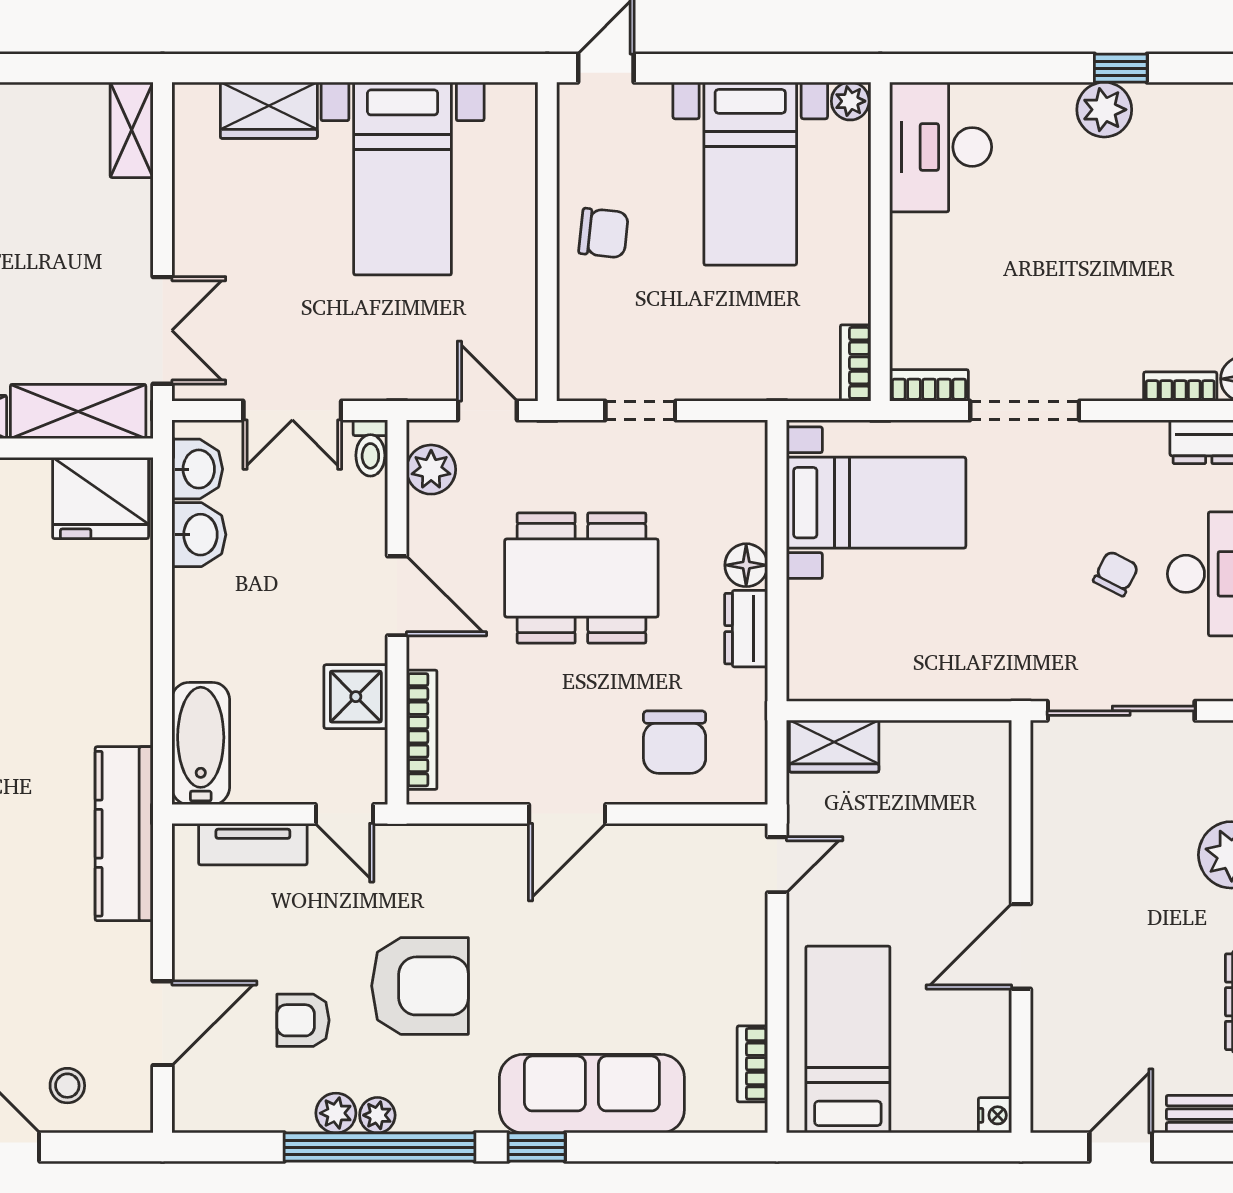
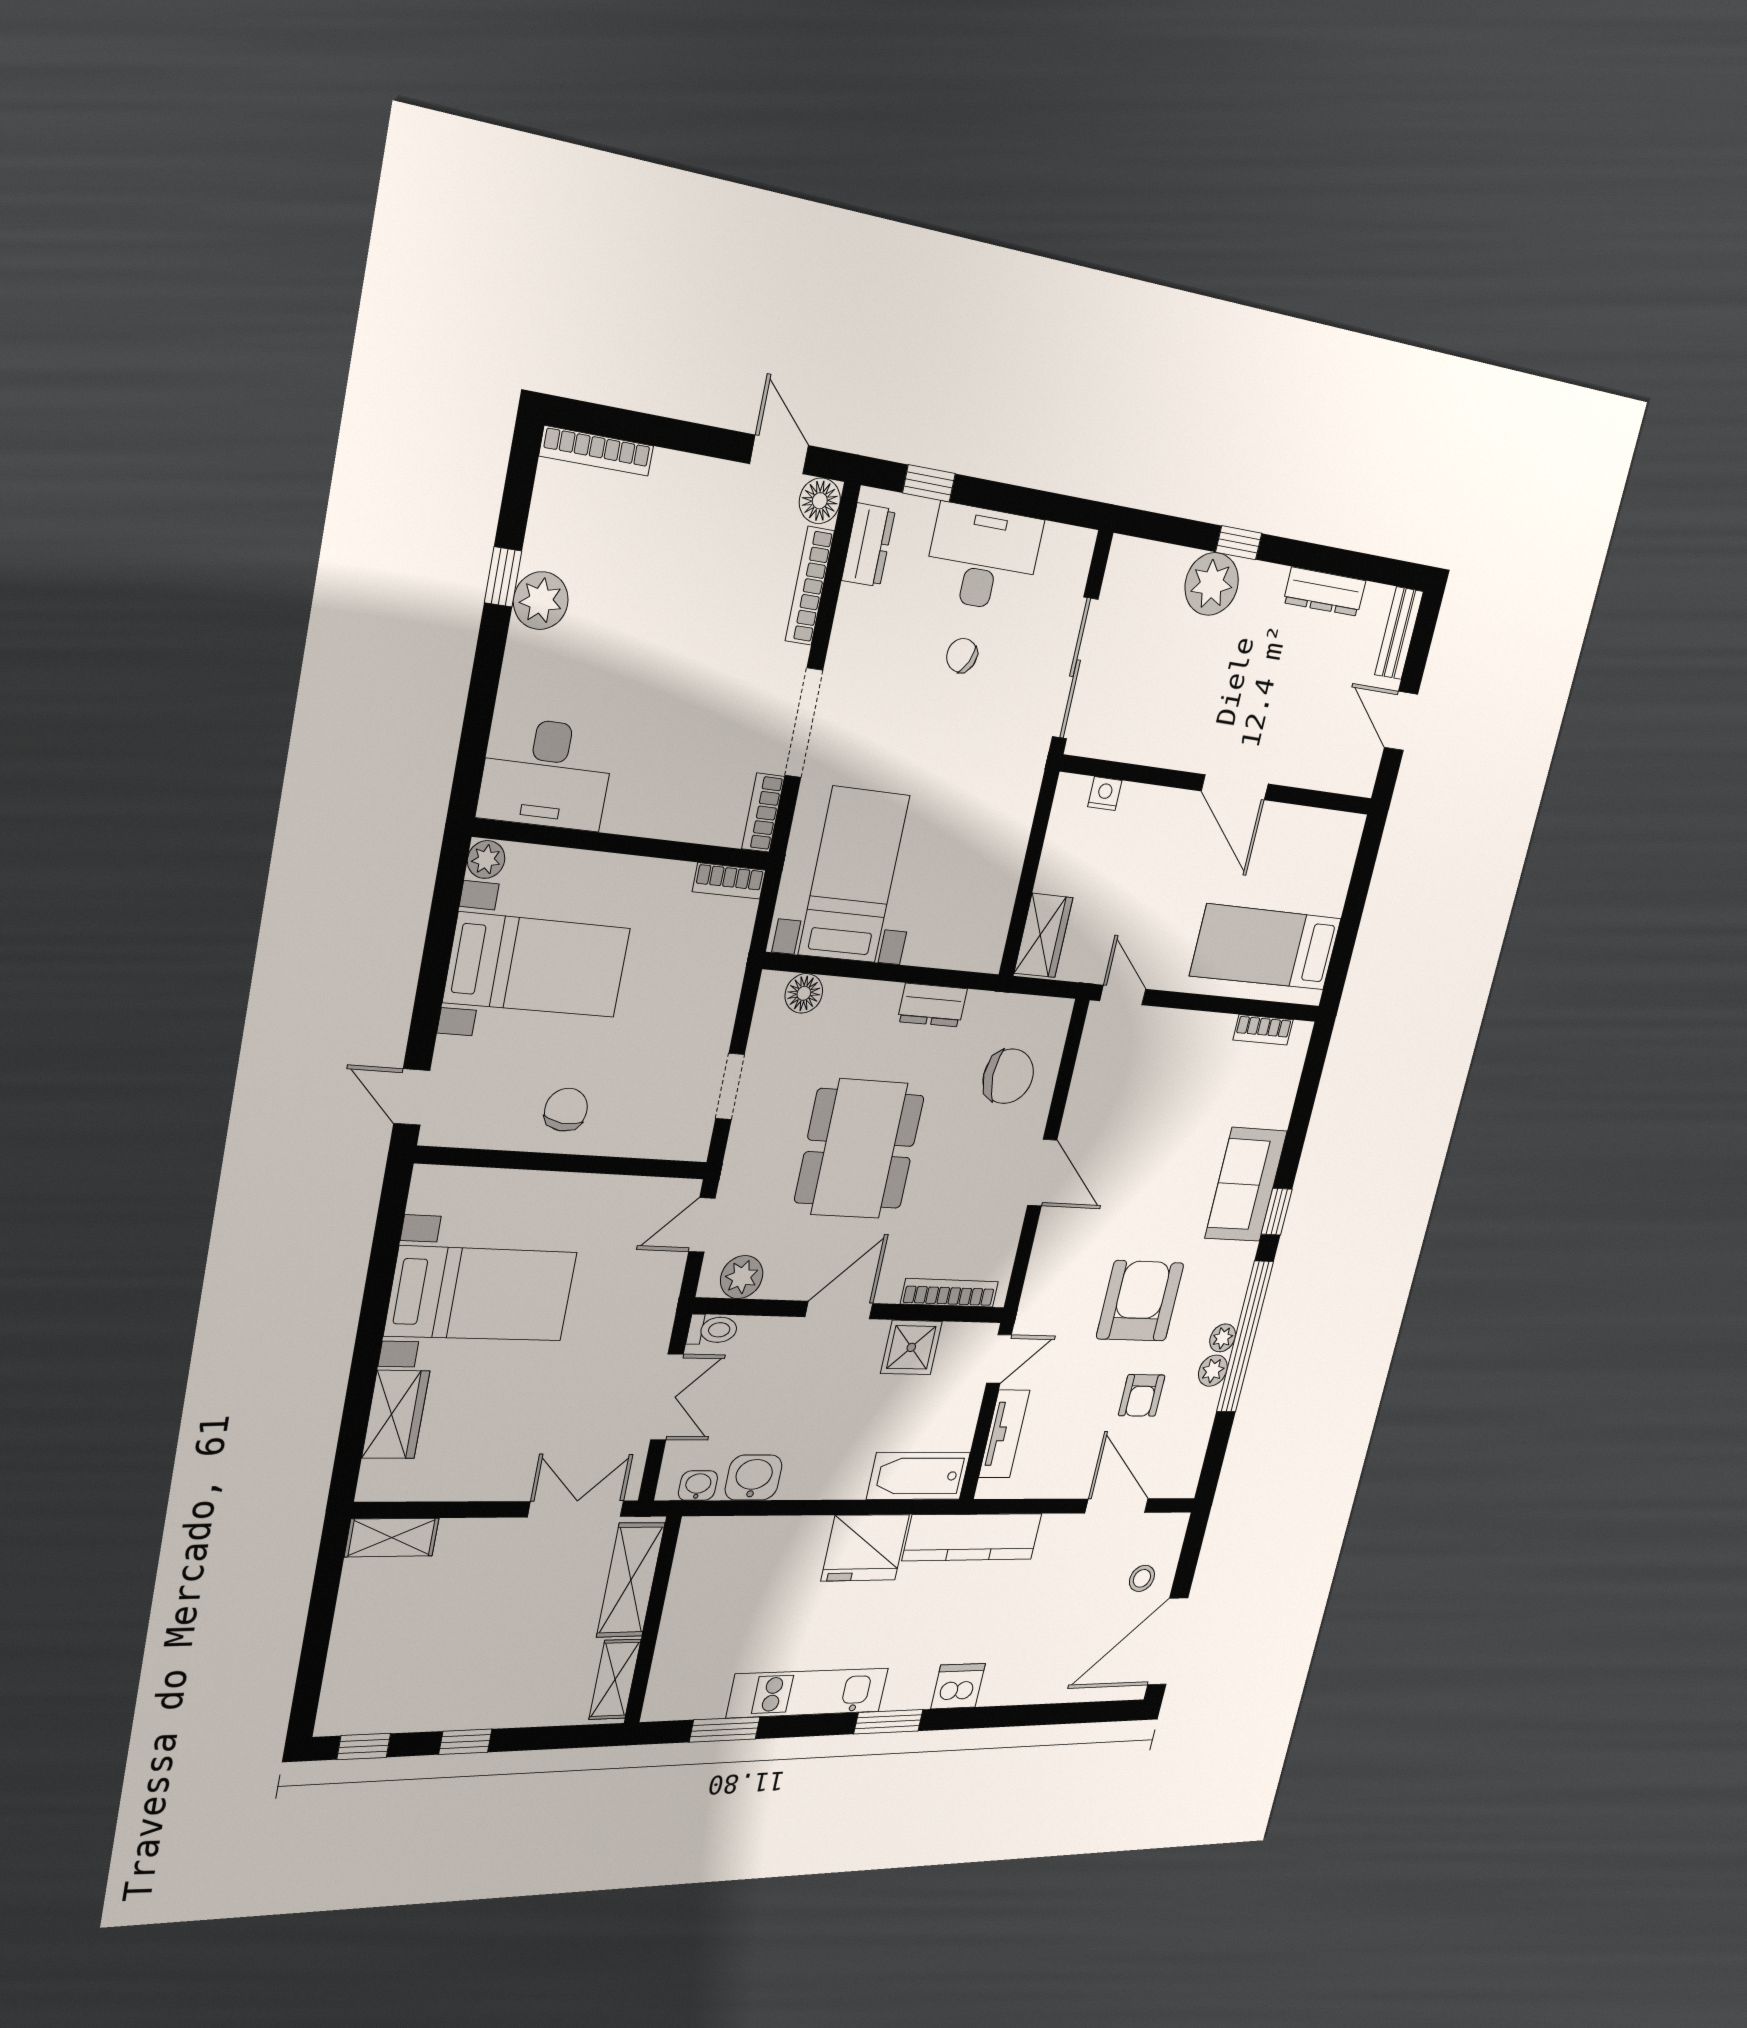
bookcase: (1180, 387) -> (810, 586), width x1.56
washbasin: (197, 469) -> (698, 1486), width x0.72, depth x0.69
fridge: (101, 498) -> (865, 1548), moved, turned 90
floor lamp: (746, 565) -> (804, 993), moved
sofa: (592, 1094) -> (1246, 1185), width x0.73
nightstand: (995, 1115) -> (1105, 794), moved

